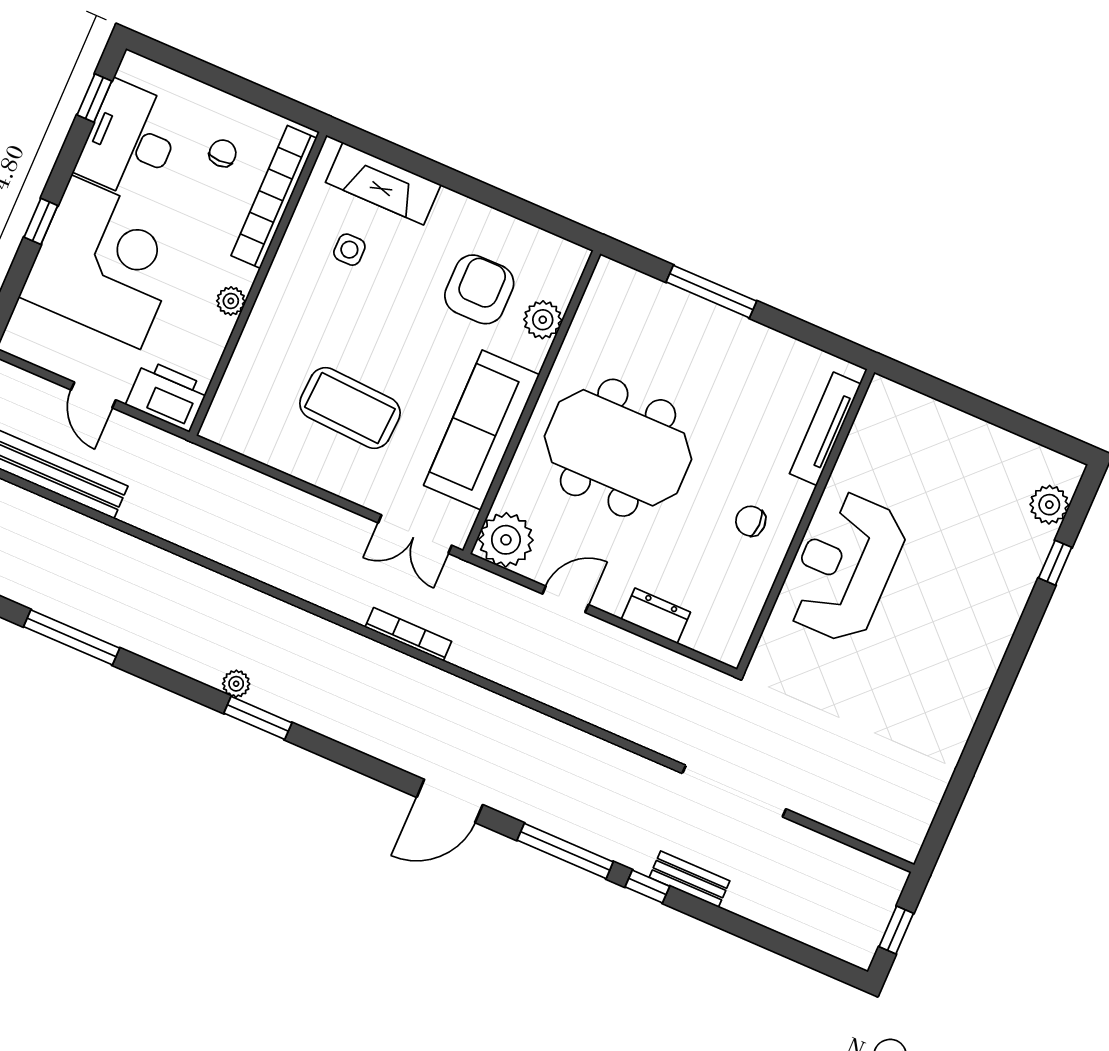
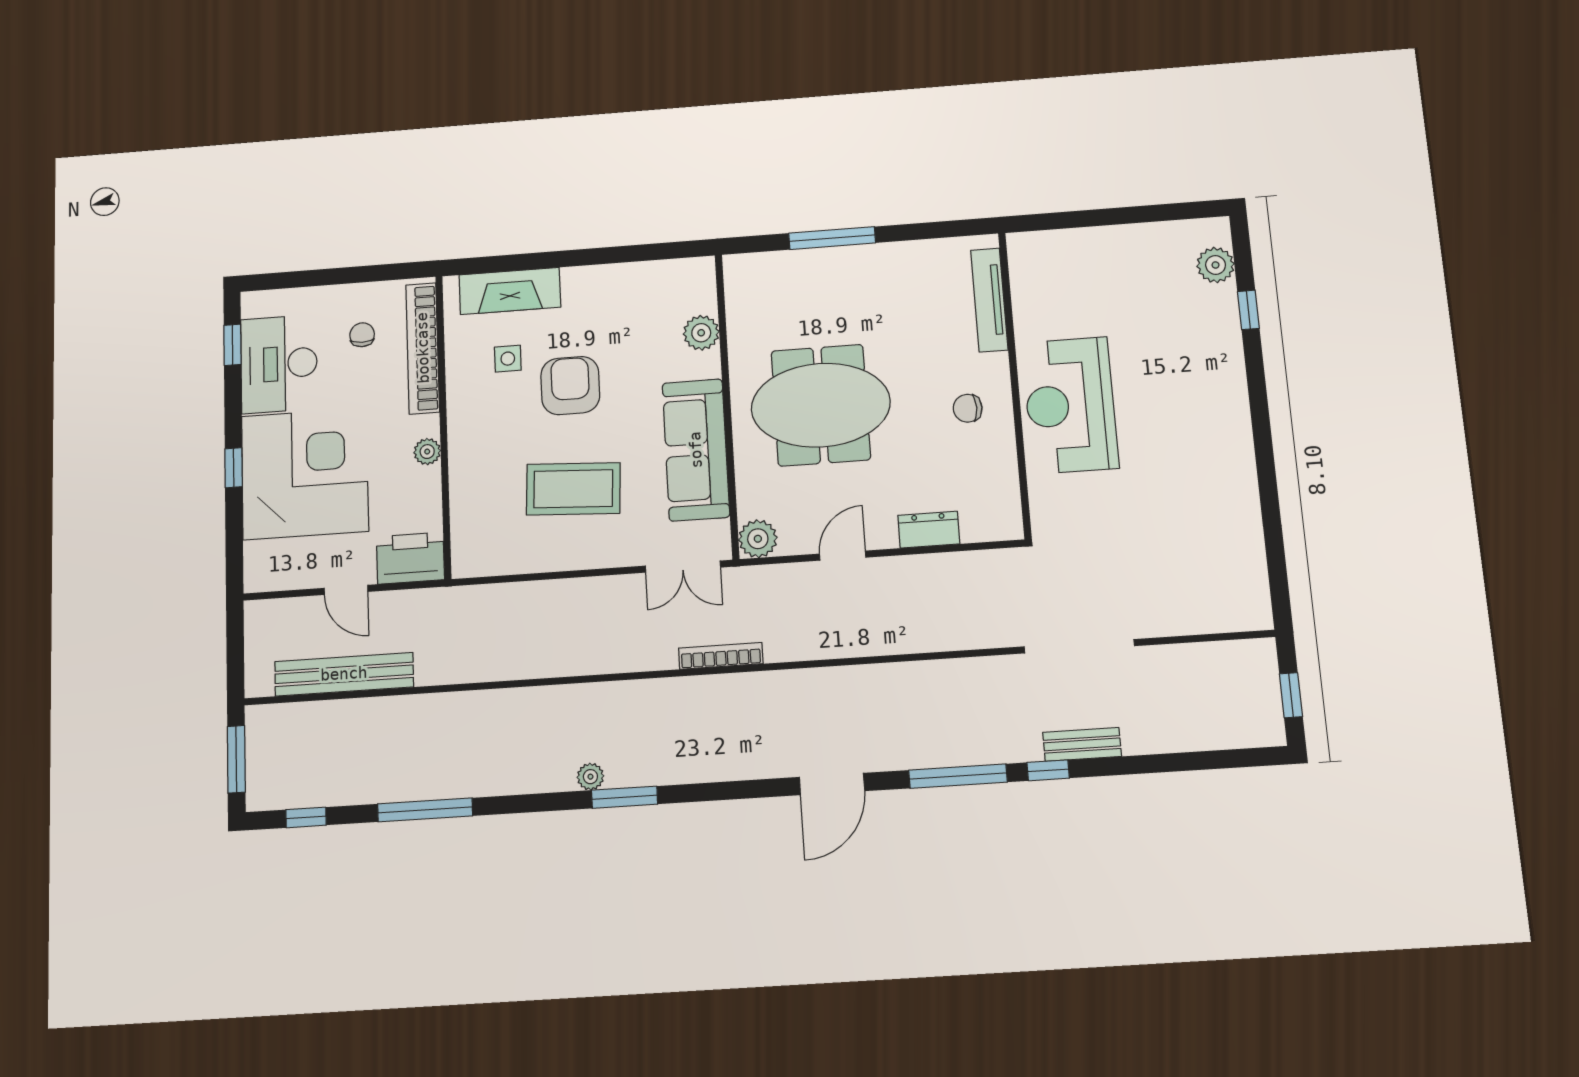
armchair: (479, 289) -> (570, 386), moved
plant: (506, 540) -> (758, 539), width x0.73, depth x0.73

